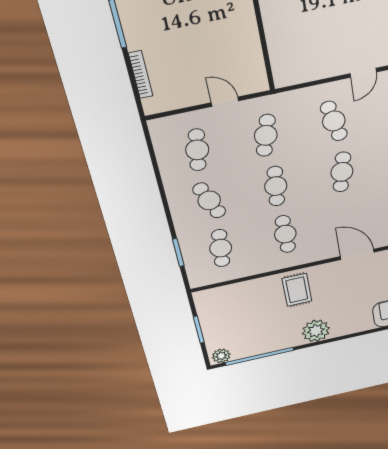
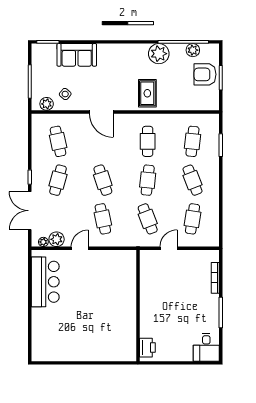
door: (225, 102) -> (169, 248), swing flipped
cafe table: (266, 135) -> (148, 219), turned -36
cafe table: (342, 172) -> (103, 180), turned -30
armchair: (222, 328) -> (205, 74), added
plant: (316, 331) -> (159, 54), moved
plant: (221, 356) -> (193, 50), moved

